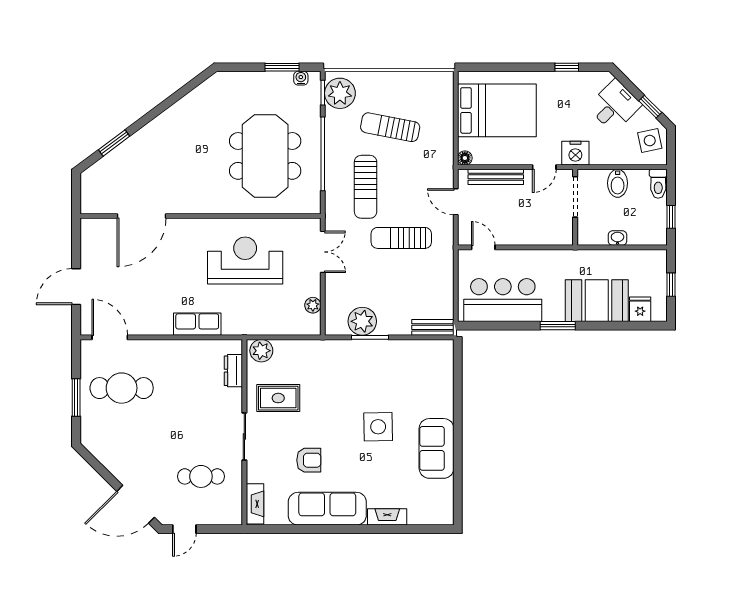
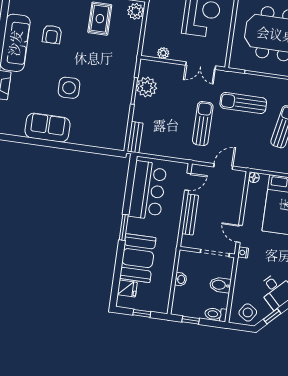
side table: (650, 141) -> (248, 312), turned 45
nightstand: (575, 153) -> (243, 253), width x0.53, depth x0.56
bench: (496, 177) -> (190, 215), moved

